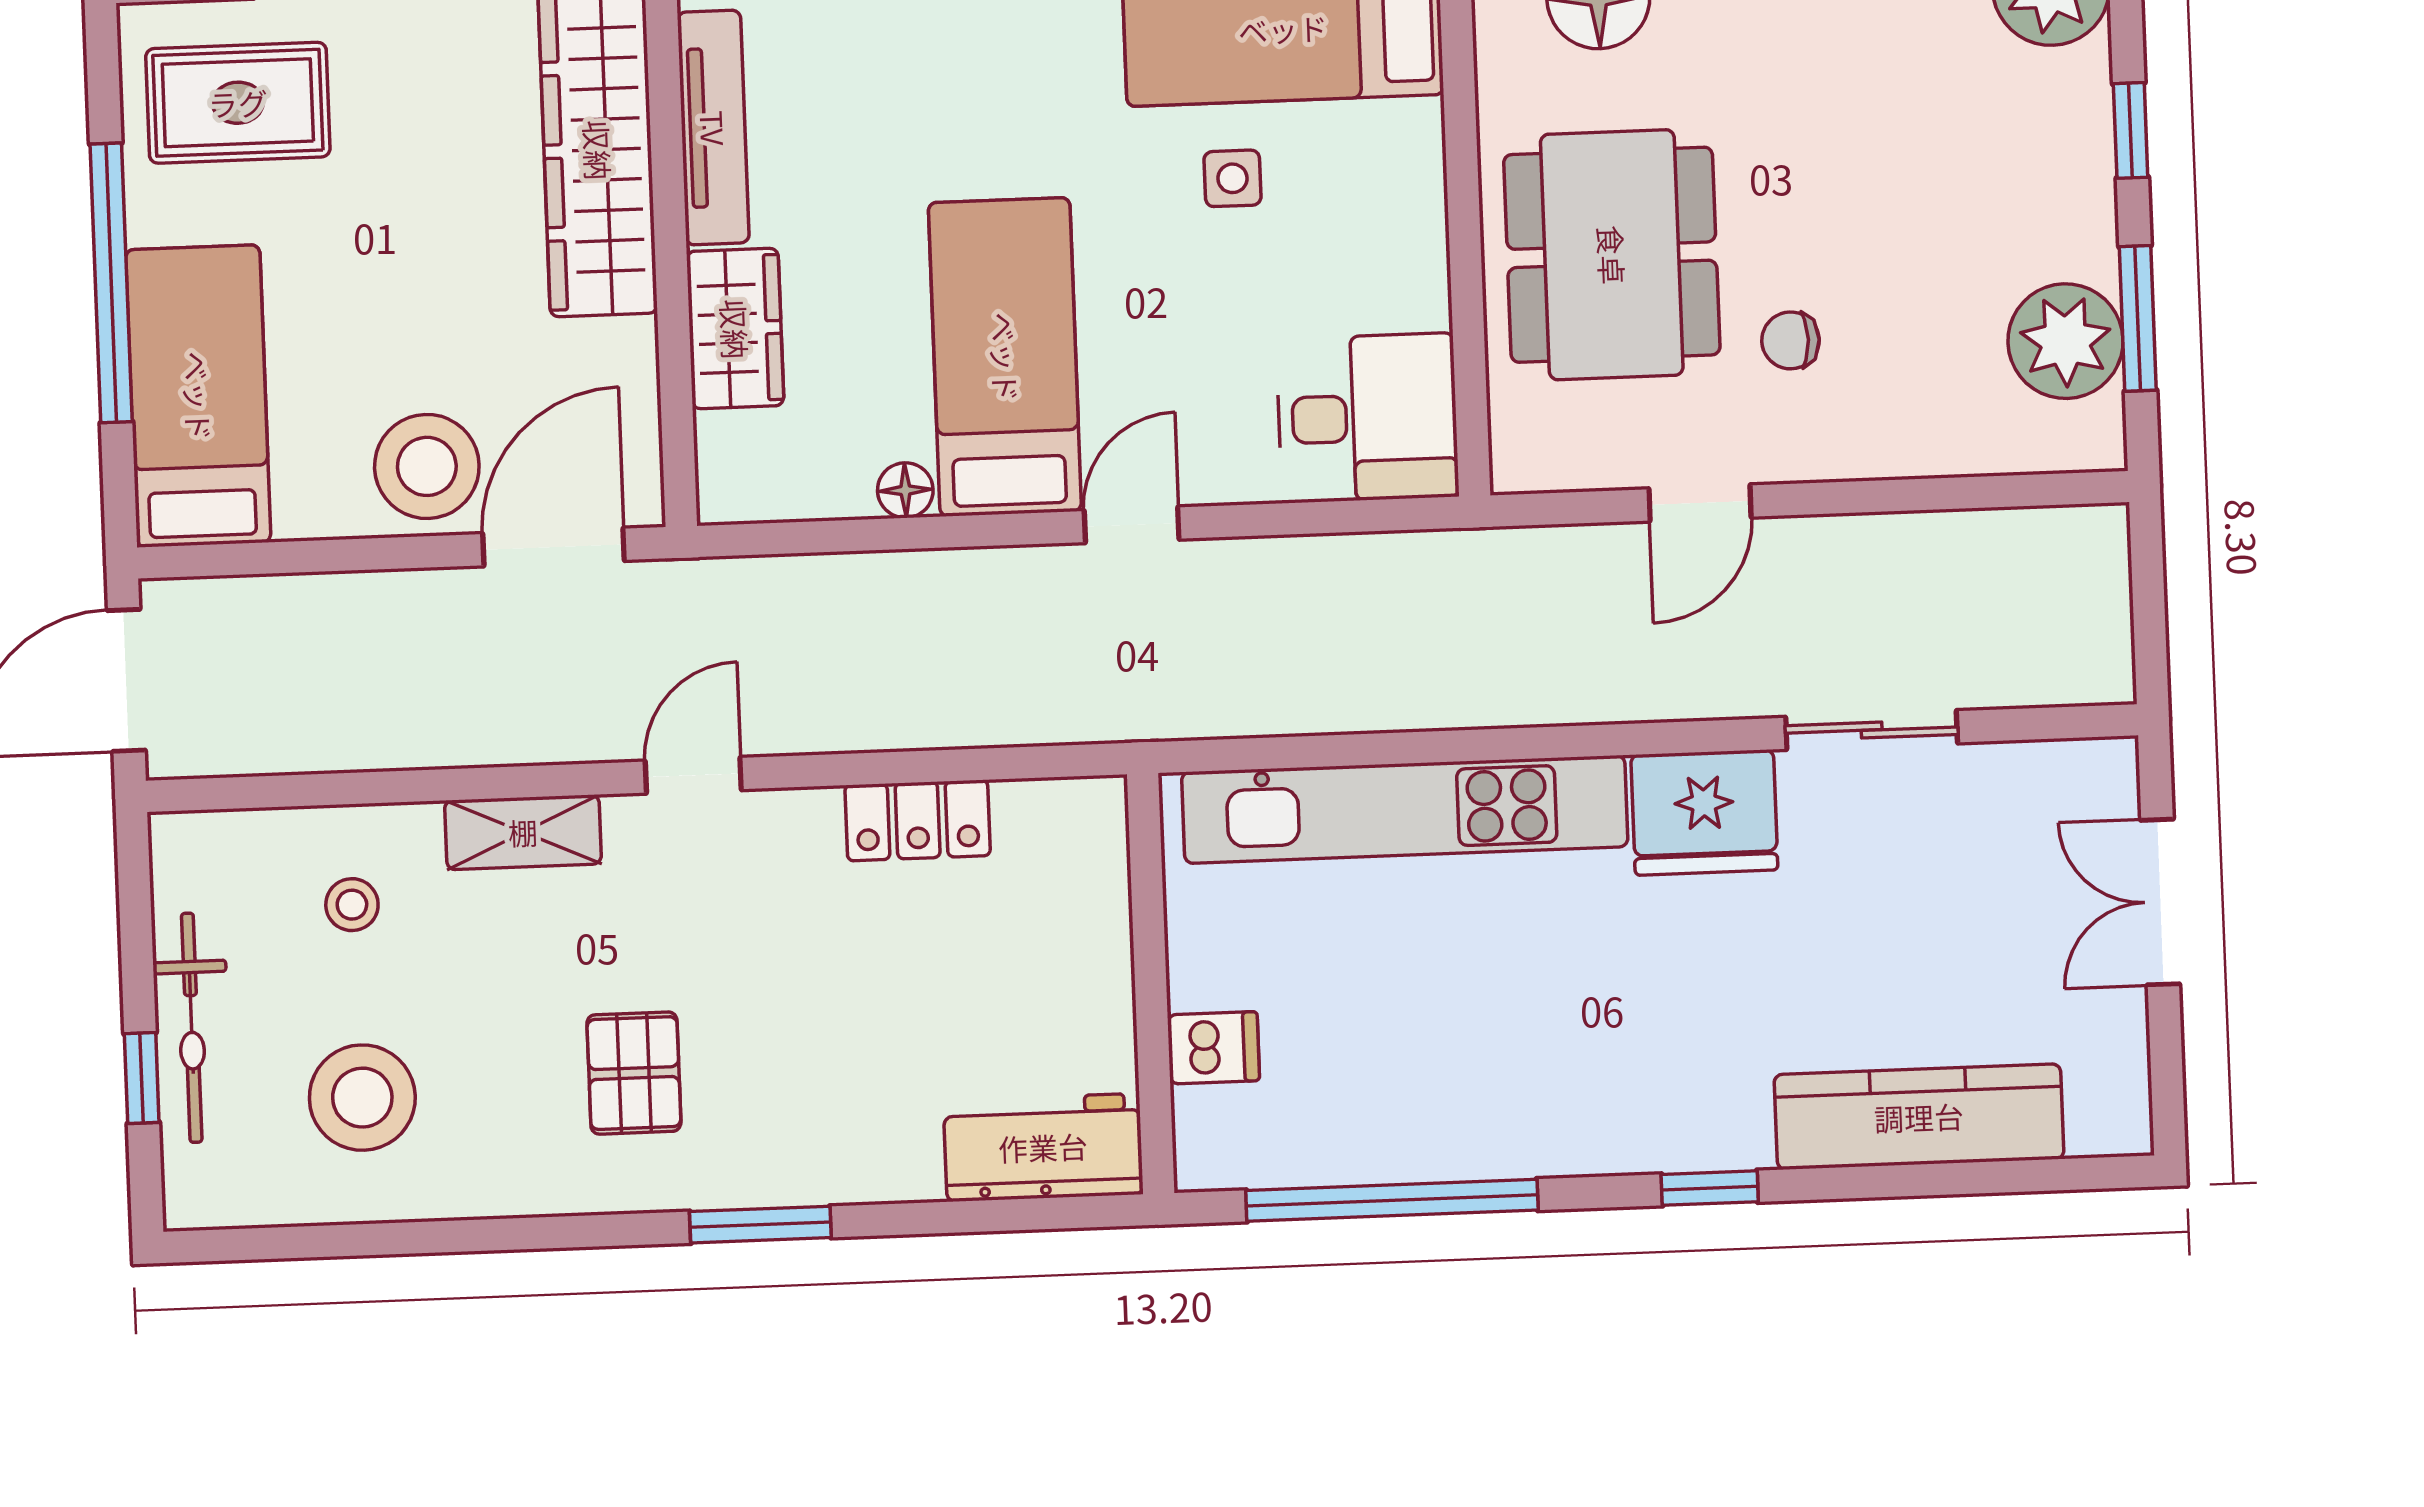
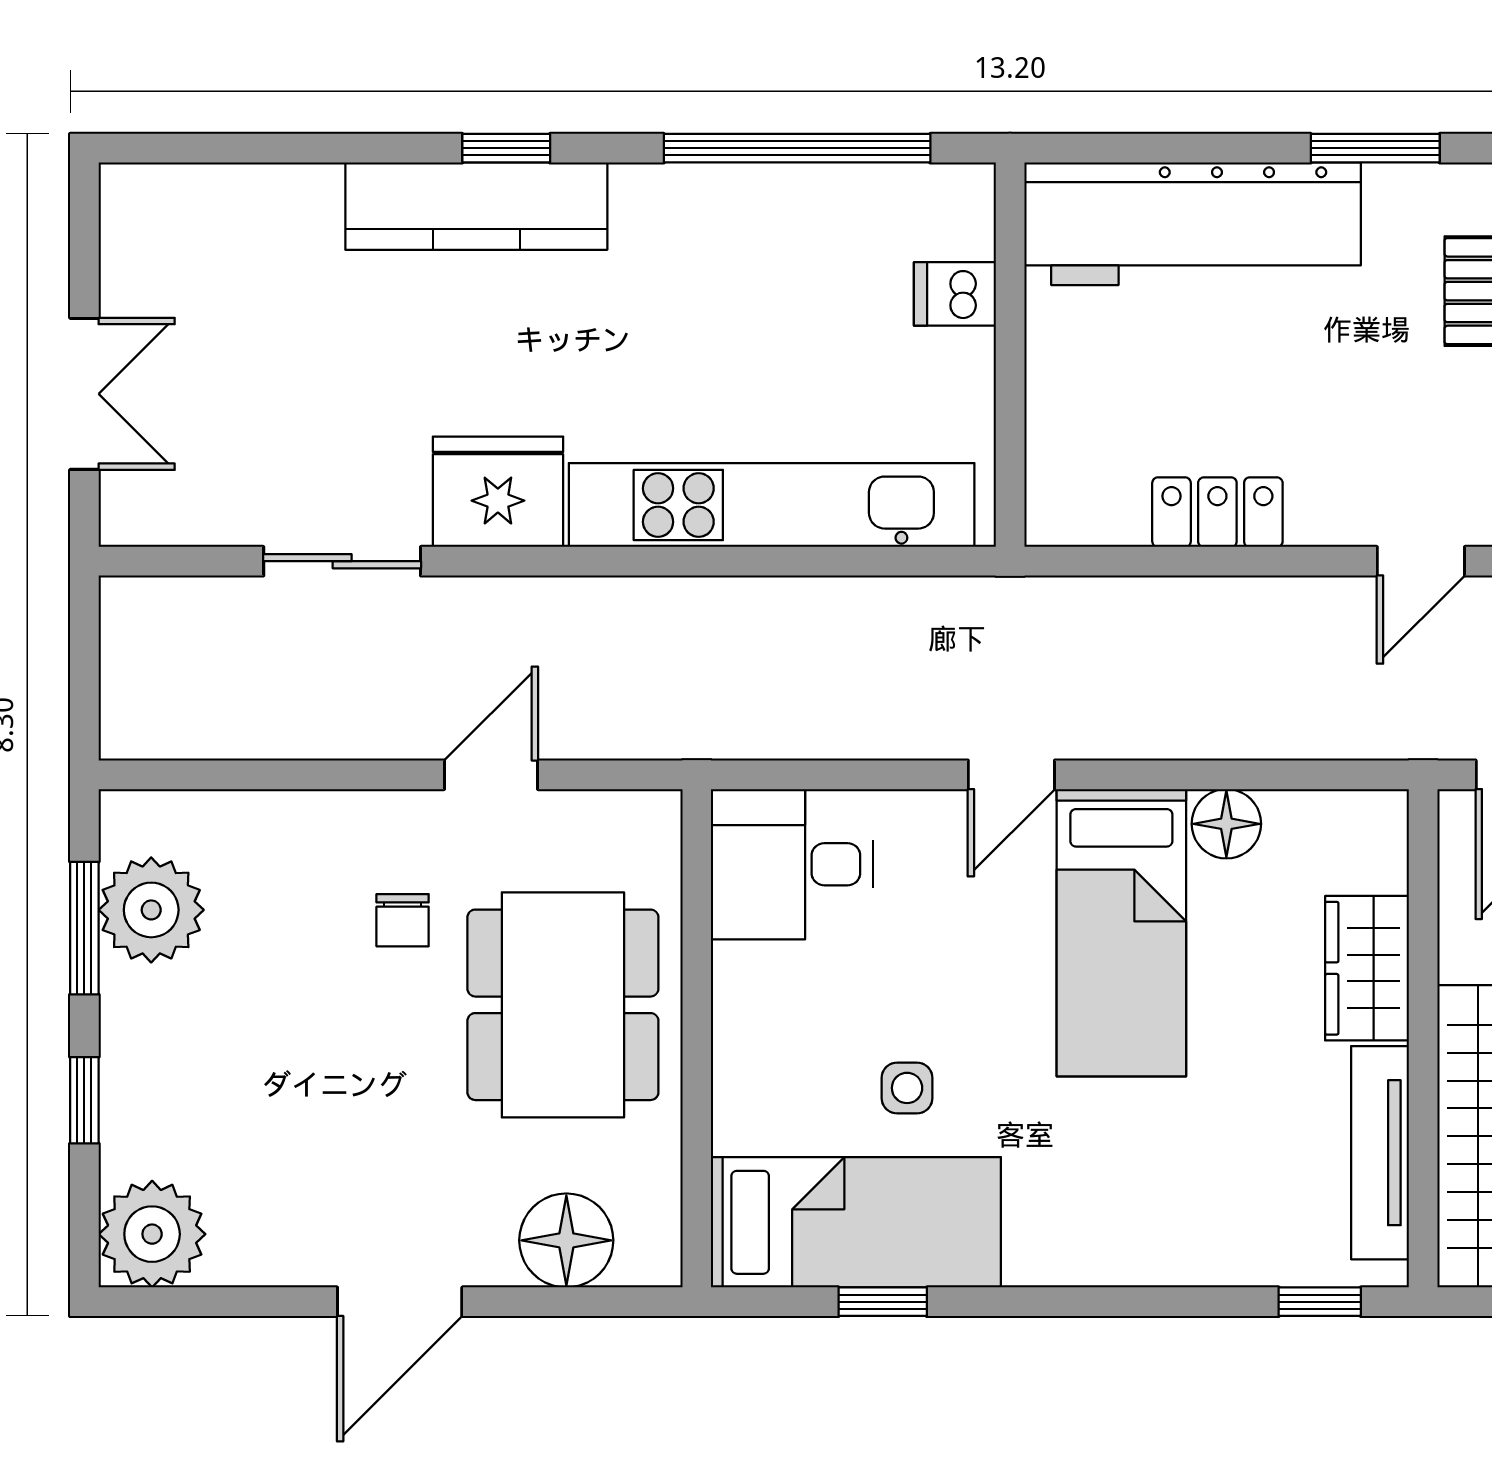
chair: (1790, 340) -> (403, 920), turned 90
floor lamp: (905, 490) -> (1226, 824), width x1.37, depth x1.37
kitchen counter: (1919, 1117) -> (476, 206), moved
workbench: (1043, 1147) -> (1193, 224), width x1.88, depth x1.32

